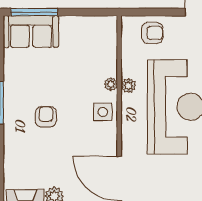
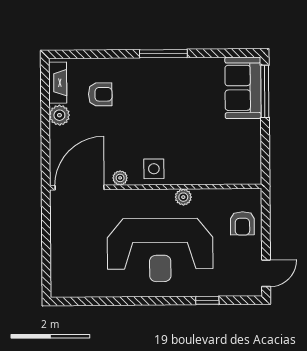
plant: (111, 84) -> (120, 178), moved
armchair: (46, 117) -> (100, 94), moved

